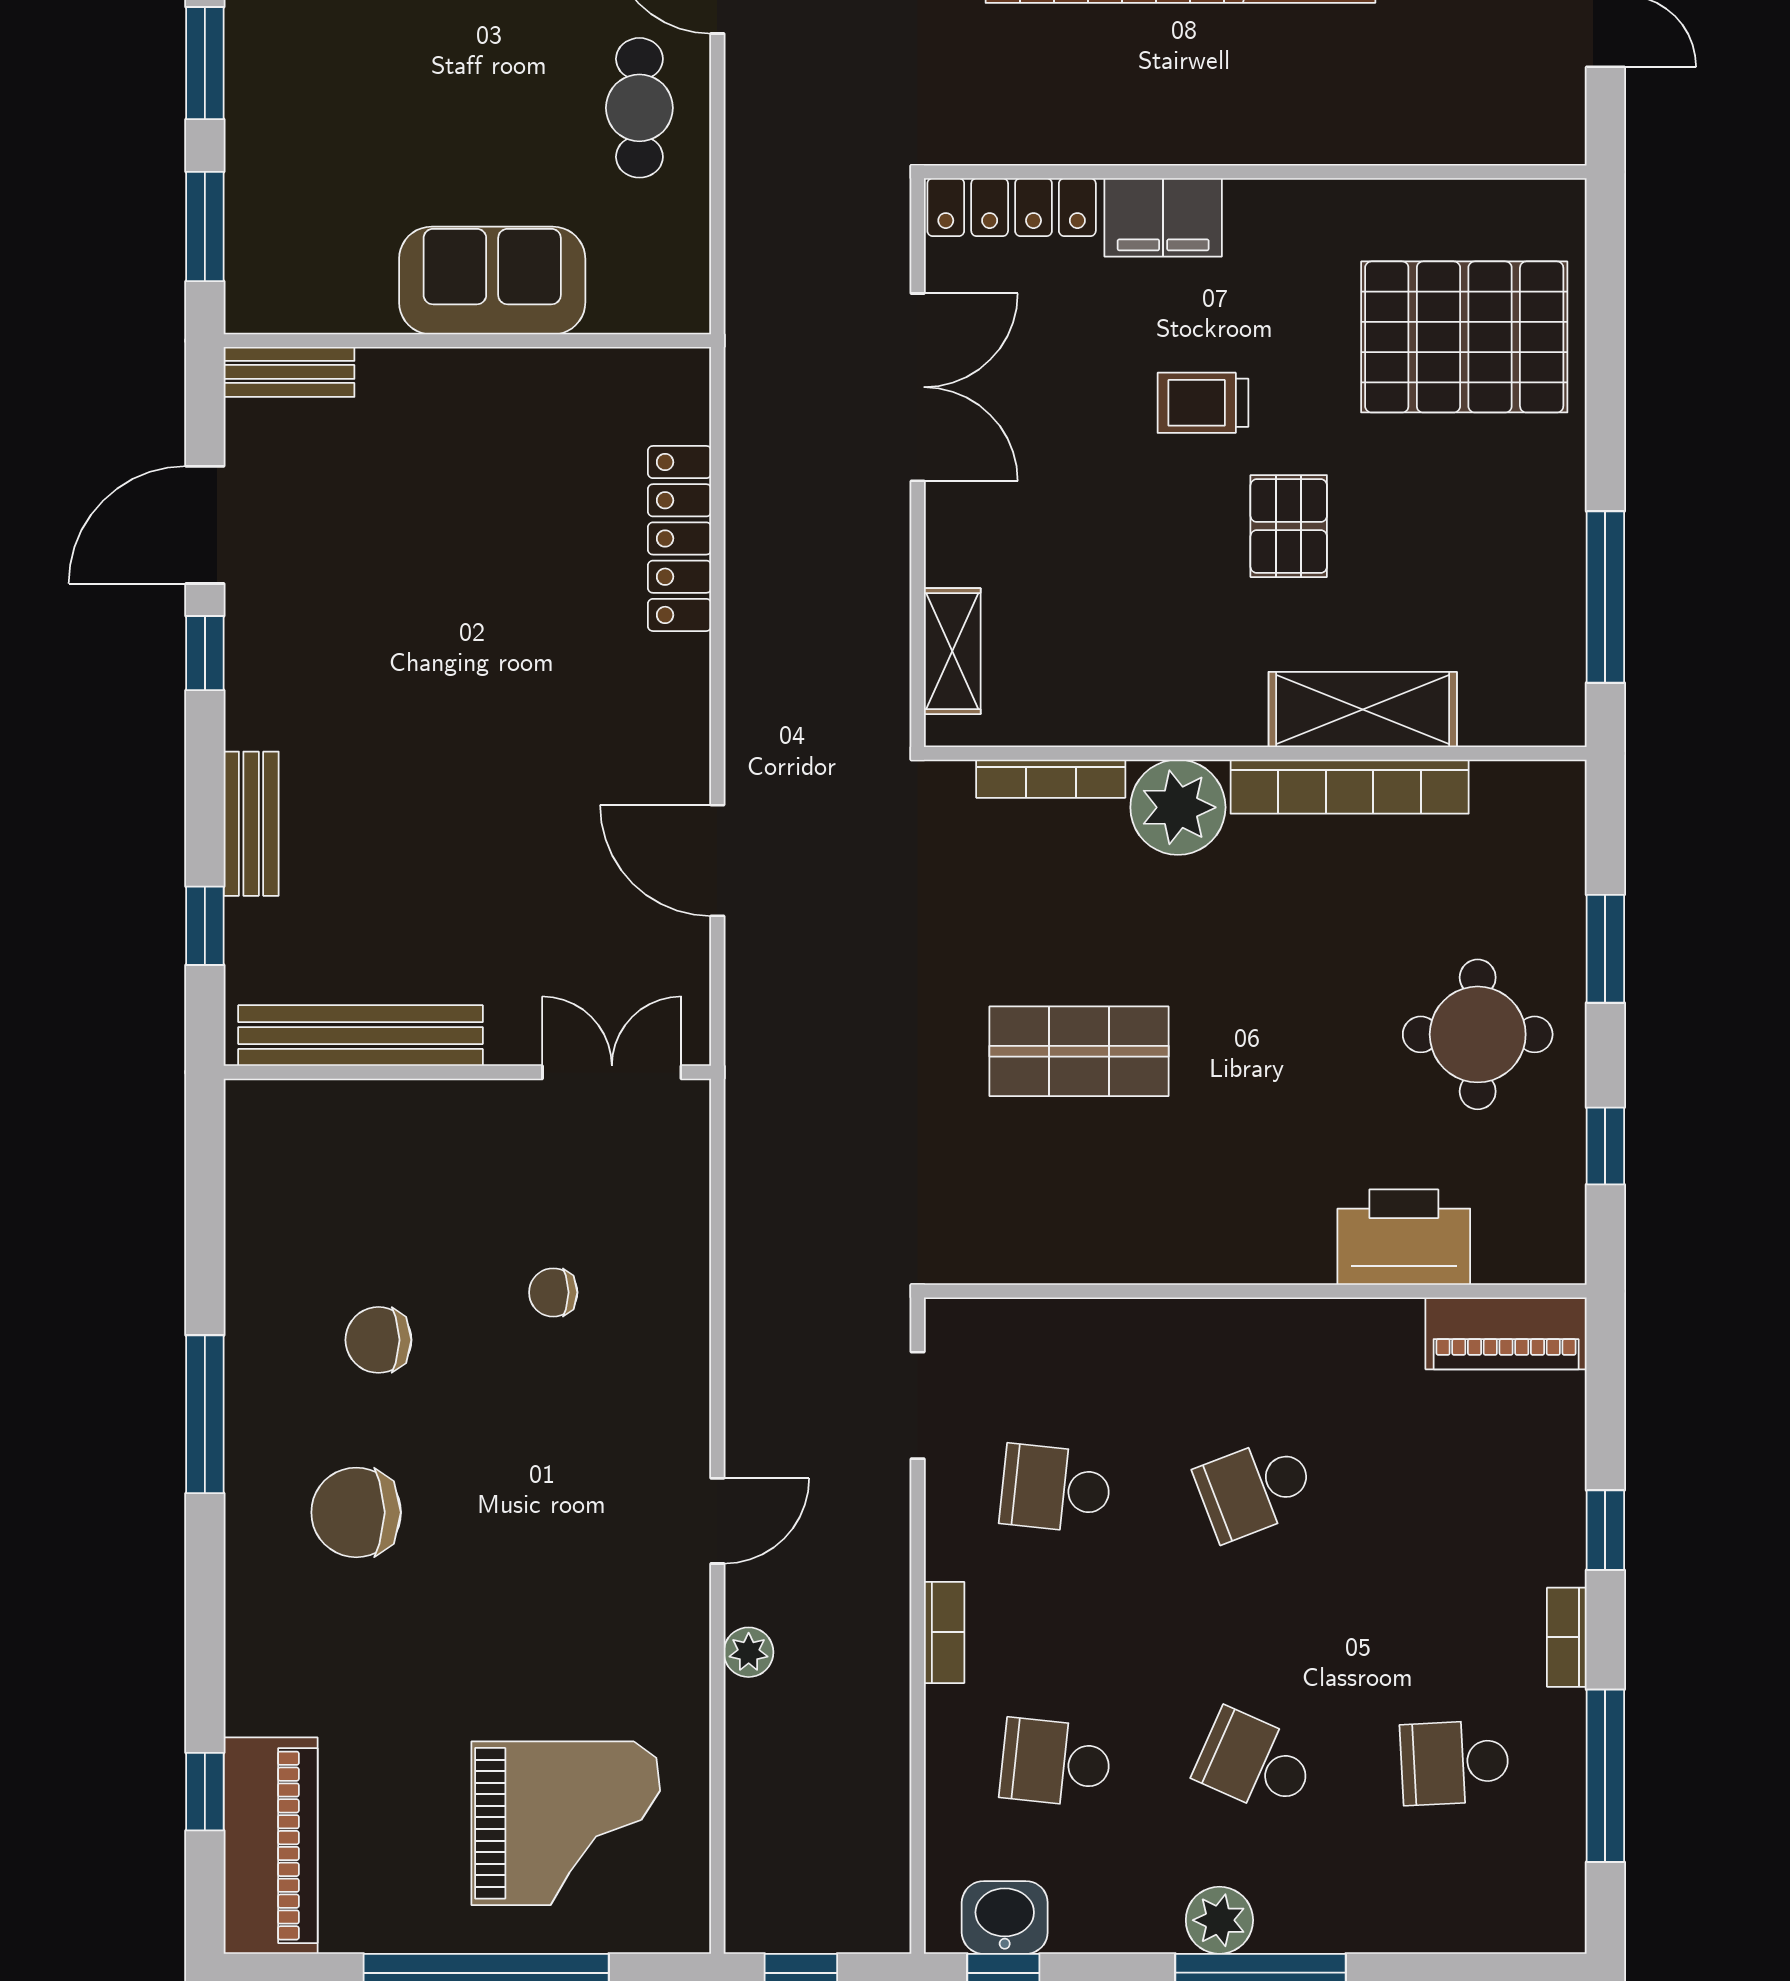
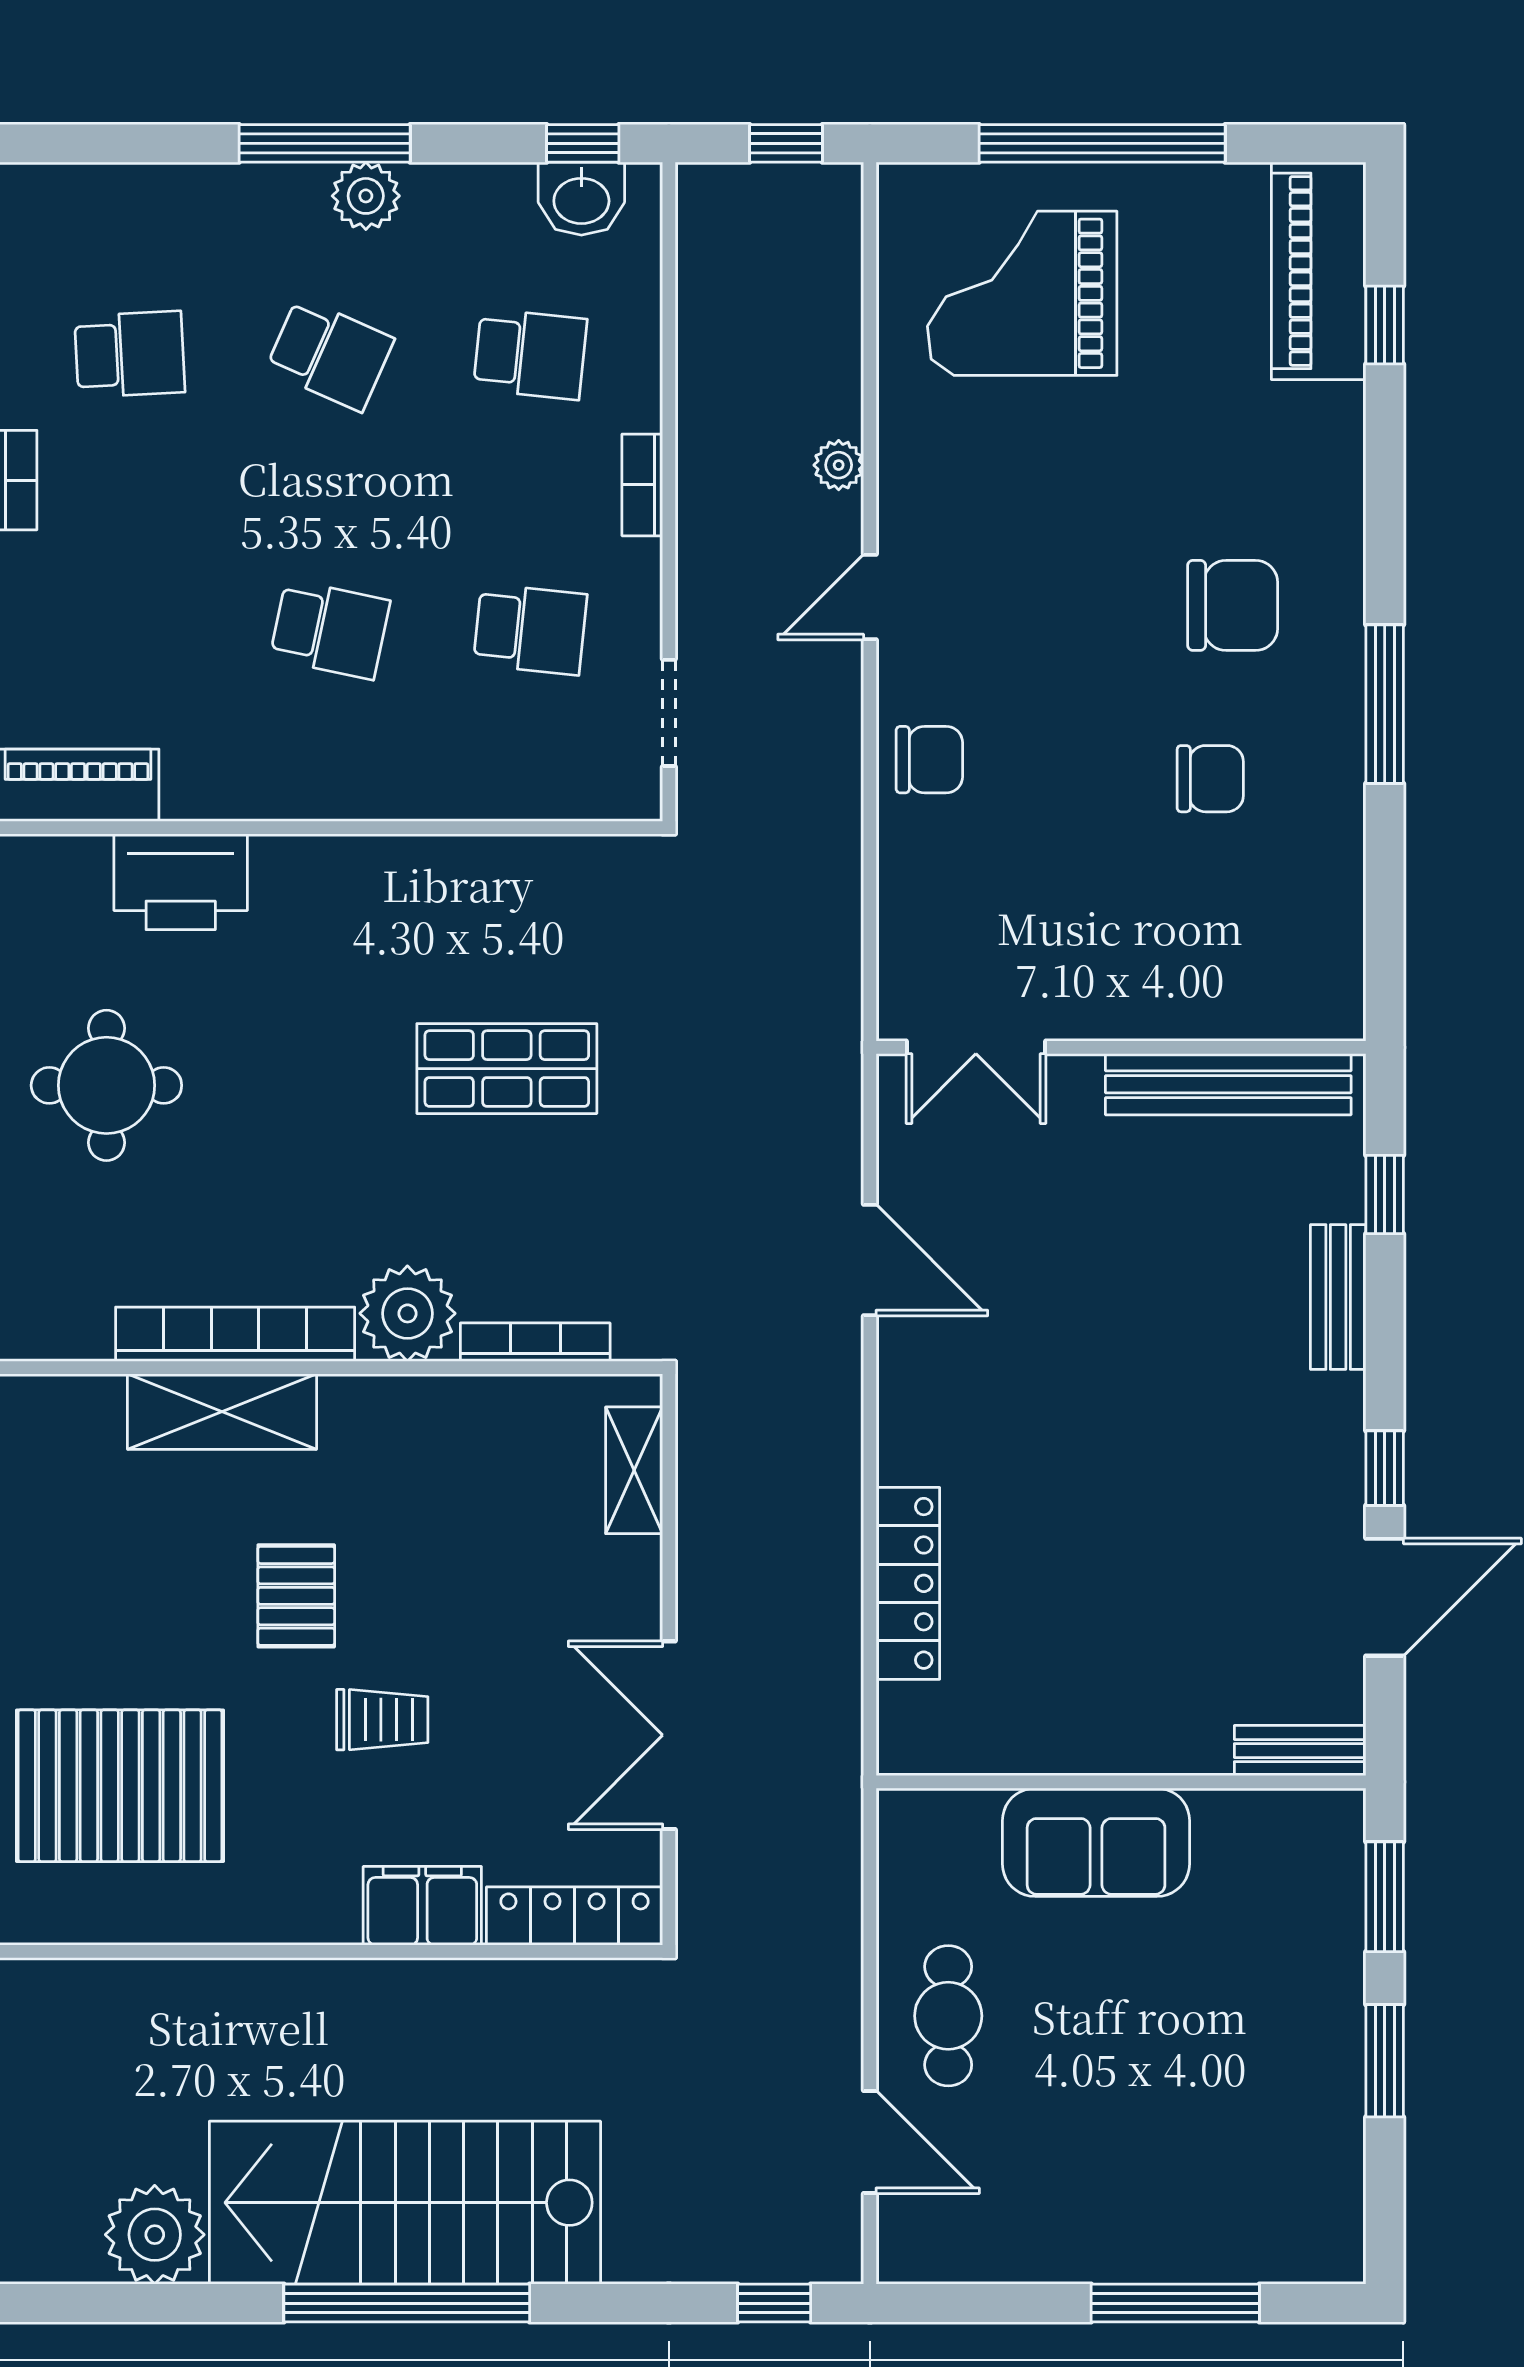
chair: (553, 1292) -> (929, 760), moved, width x1.37, depth x1.37
school desk: (1255, 1489) -> (330, 629), turned 33

